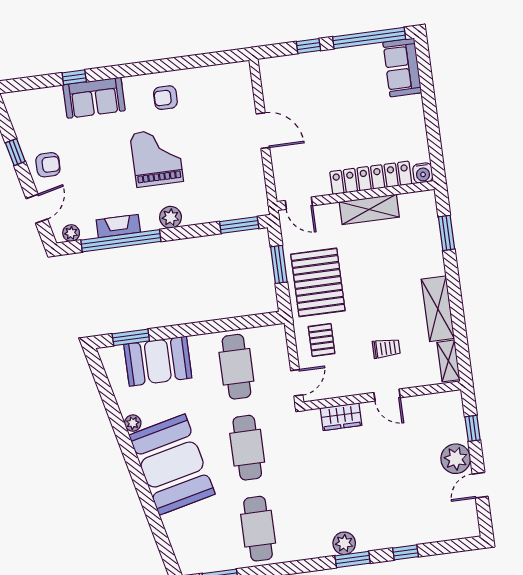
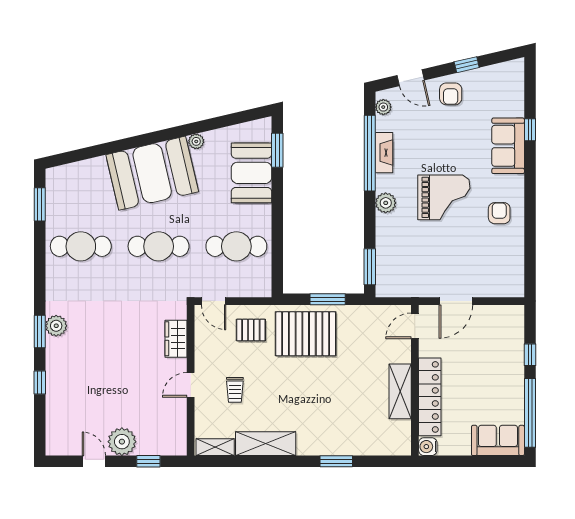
water cooler: (423, 173) -> (428, 447), moved
locker: (371, 178) -> (430, 397), moved
wall: (356, 196) -> (415, 380), moved
door: (299, 203) -> (415, 326), moved
shelving: (369, 209) -> (400, 391), moved

